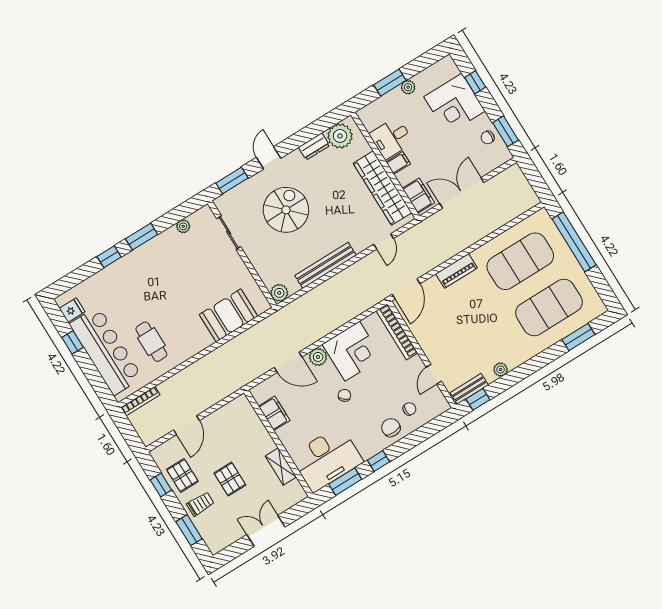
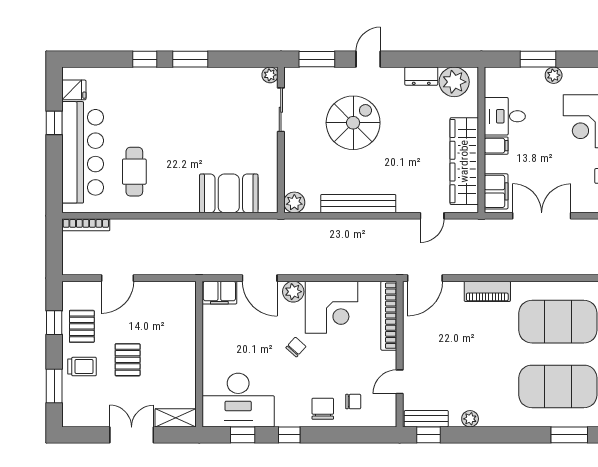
plant: (183, 226) -> (270, 75), moved
filing cabinet: (274, 413) -> (219, 293), moved, turned 90
shelving: (281, 466) -> (176, 418), moved, turned 90
window: (345, 482) -> (243, 435), width x0.67

